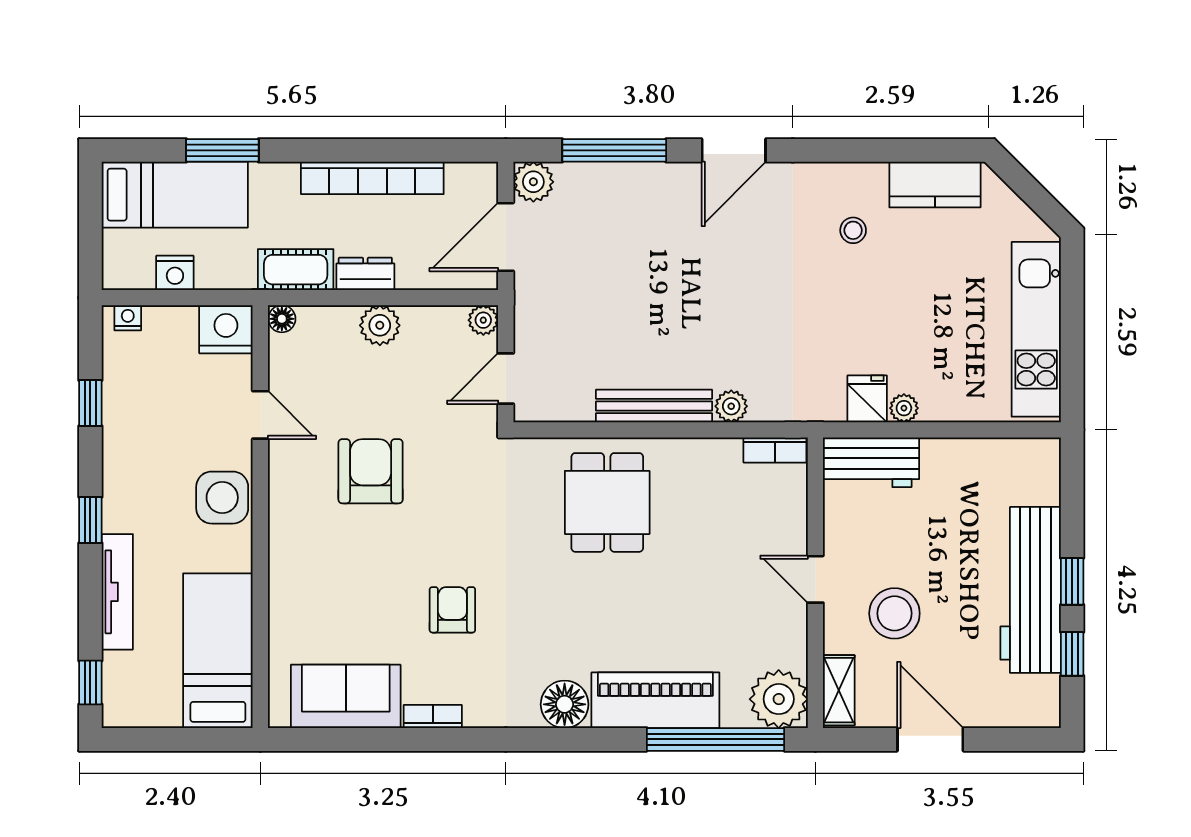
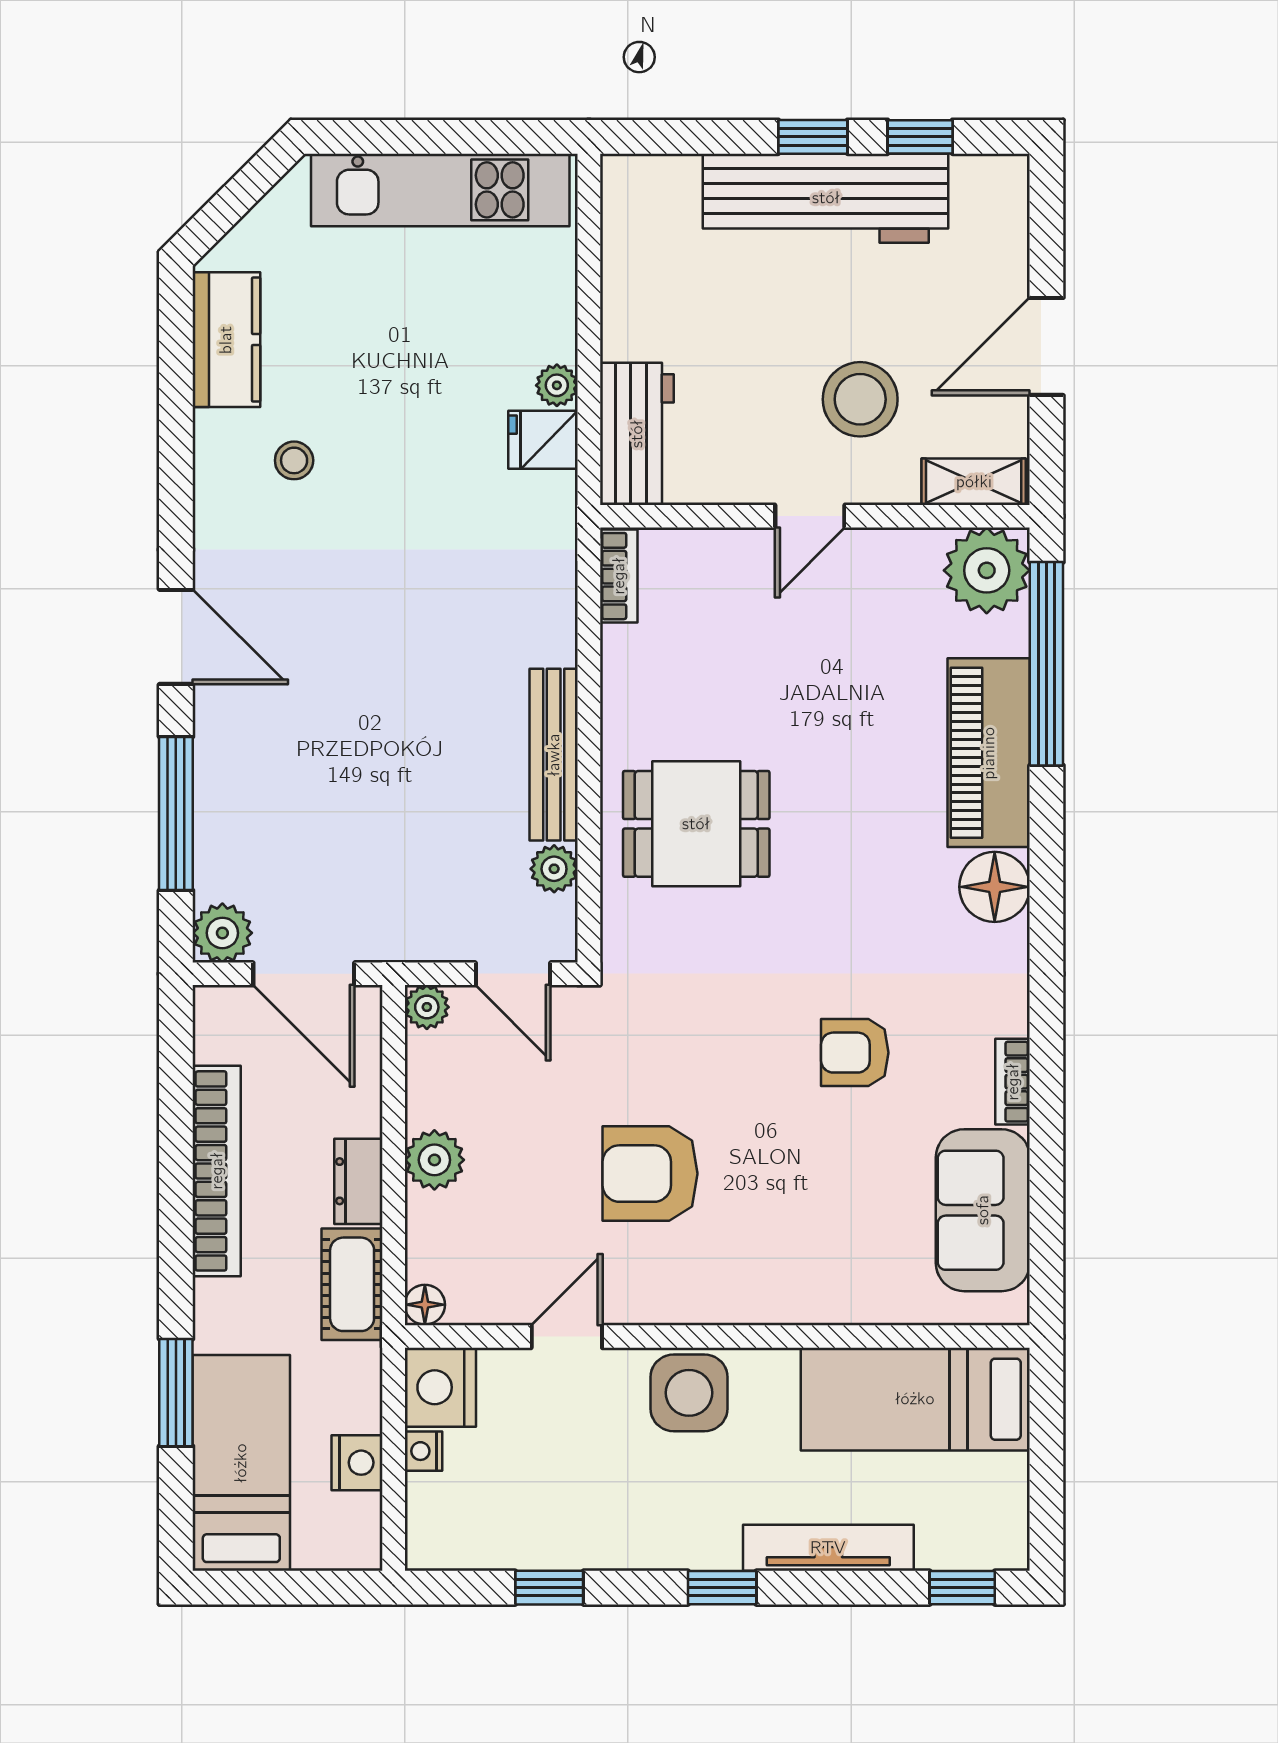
nightstand: (128, 318) -> (423, 1451), moved
plant: (731, 406) -> (554, 869), moved

